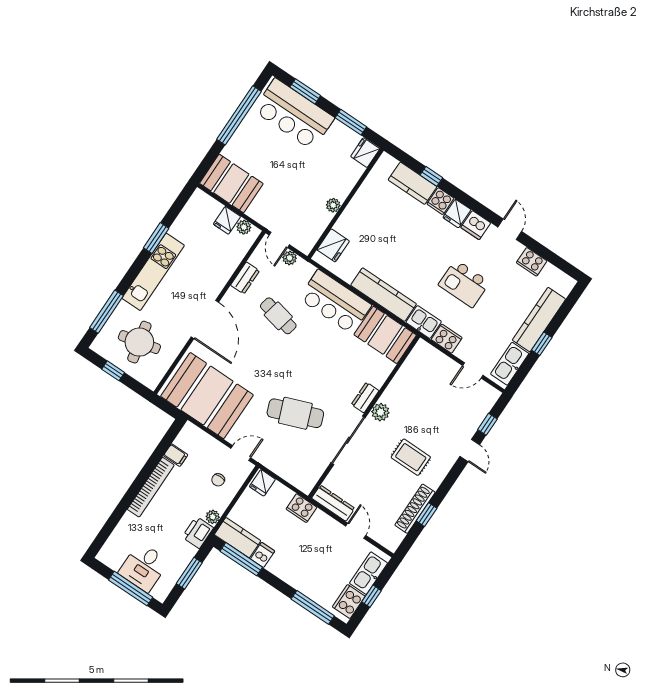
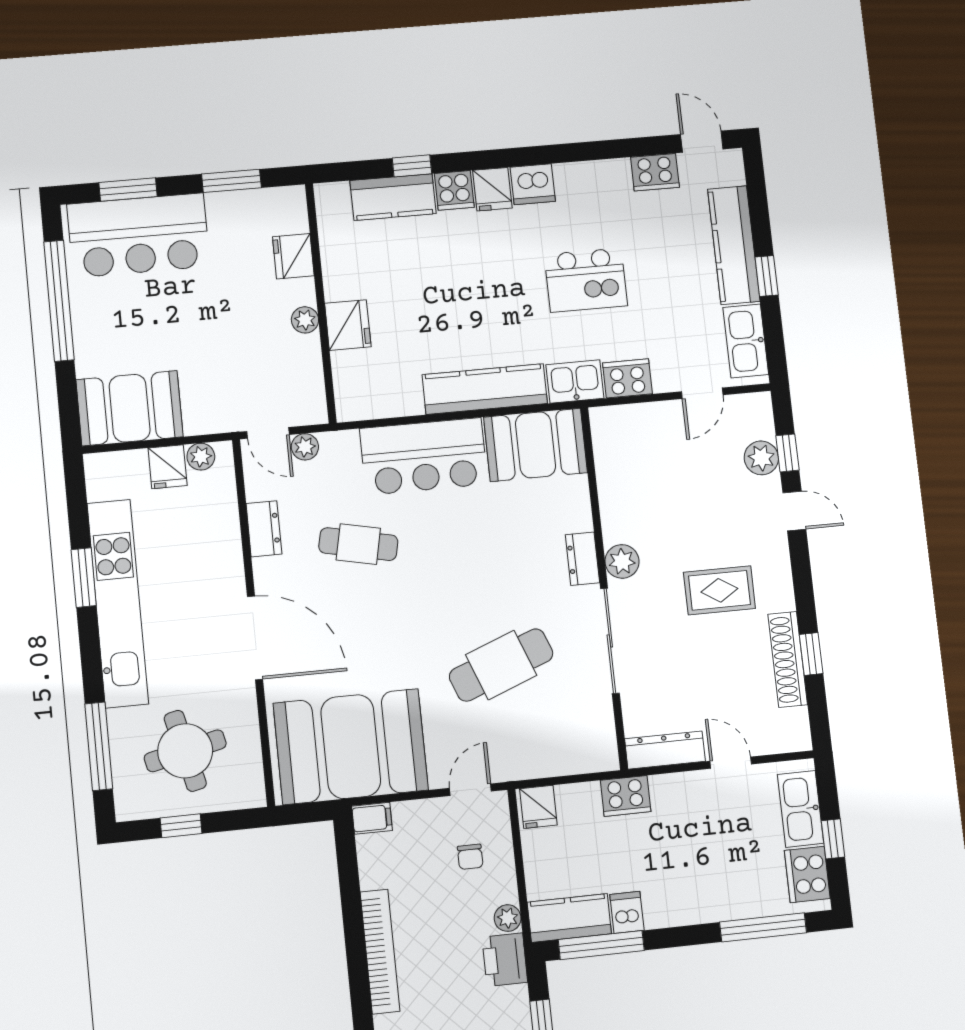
fridge: (365, 153) -> (293, 256), moved
door: (510, 229) -> (702, 142), moved
fridge: (333, 245) -> (348, 325), moved
kitchen unit: (153, 272) -> (118, 603), width x1.36
plant: (475, 417) -> (761, 458), added
filing cabinet: (176, 455) -> (372, 818), moved

